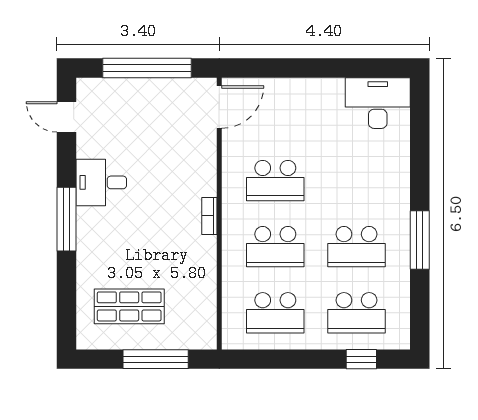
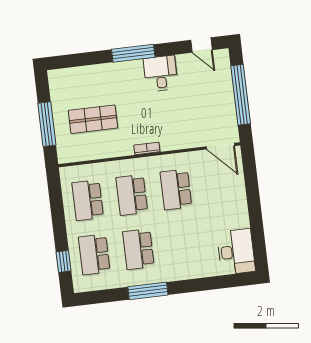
door: (66, 117) -> (202, 45), swing flipped
shop shelf: (129, 306) -> (93, 119), moved, turned 90

